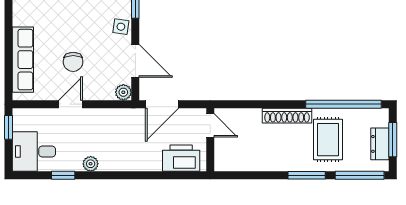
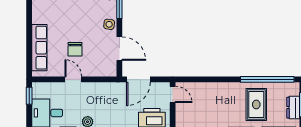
plant: (123, 92) -> (111, 71), removed
door: (70, 104) -> (73, 79), hinge flipped
shoe rack: (287, 116) -> (227, 87), removed

